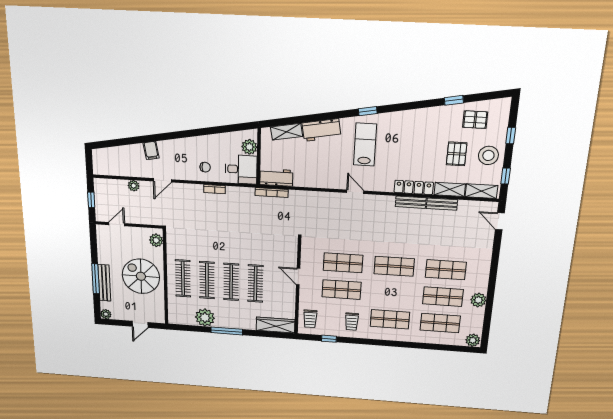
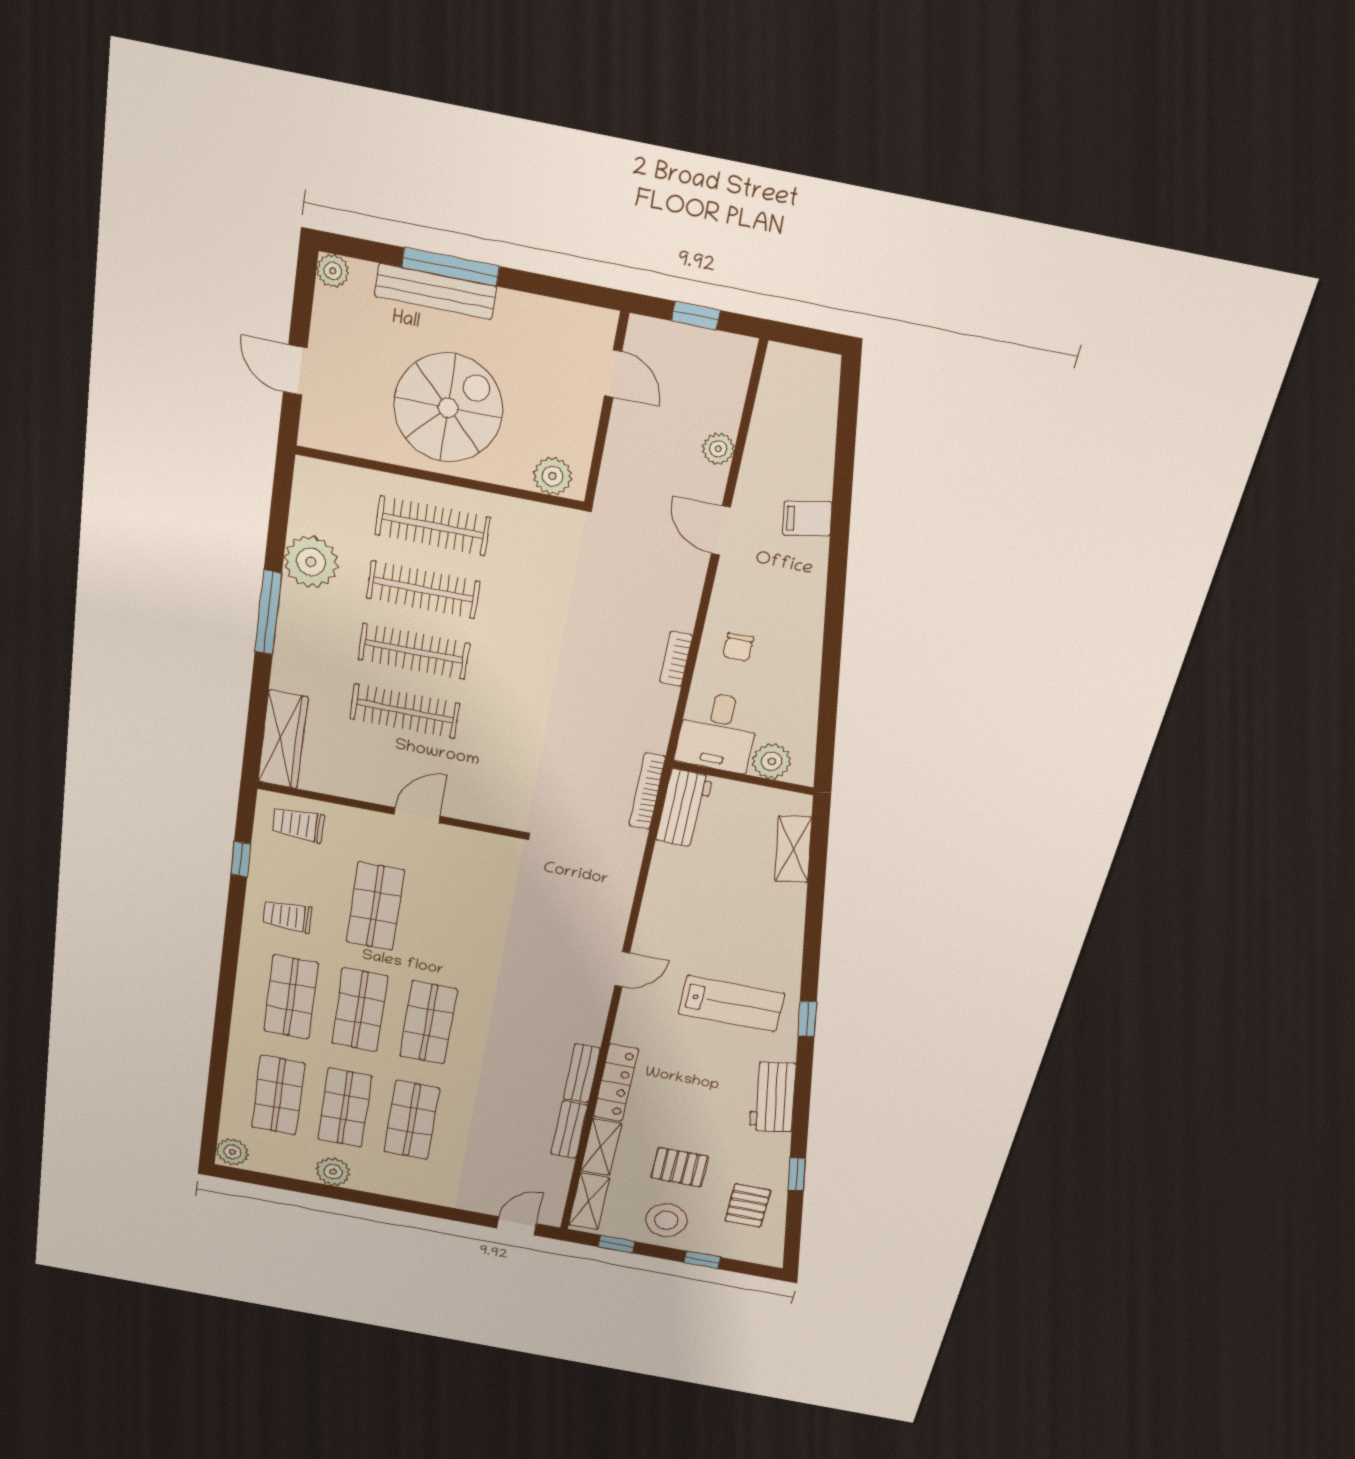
workbench: (321, 130) -> (772, 1097), moved
shop shelf: (343, 263) -> (360, 1010), moved

